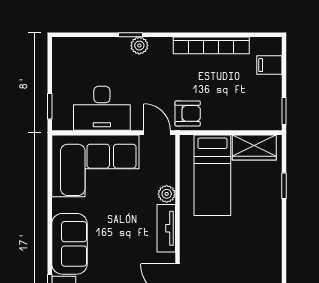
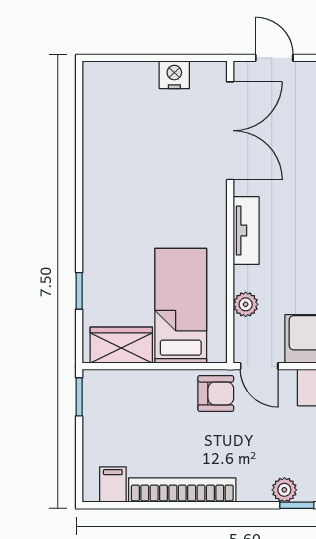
filing cabinet: (269, 65) -> (113, 485), moved, turned -90
armchair: (188, 113) -> (216, 393), turned 180
plant: (167, 194) -> (246, 304), moved

